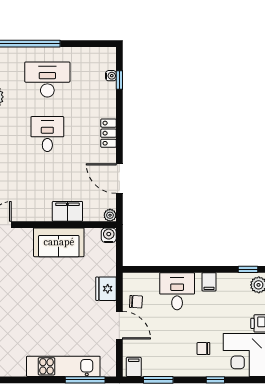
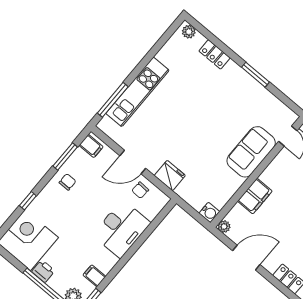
sofa: (59, 242) -> (251, 152), moved
filing cabinet: (209, 282) -> (94, 276), moved
desk: (177, 291) -> (121, 229), width x1.37
chair: (203, 349) -> (68, 182), moved

